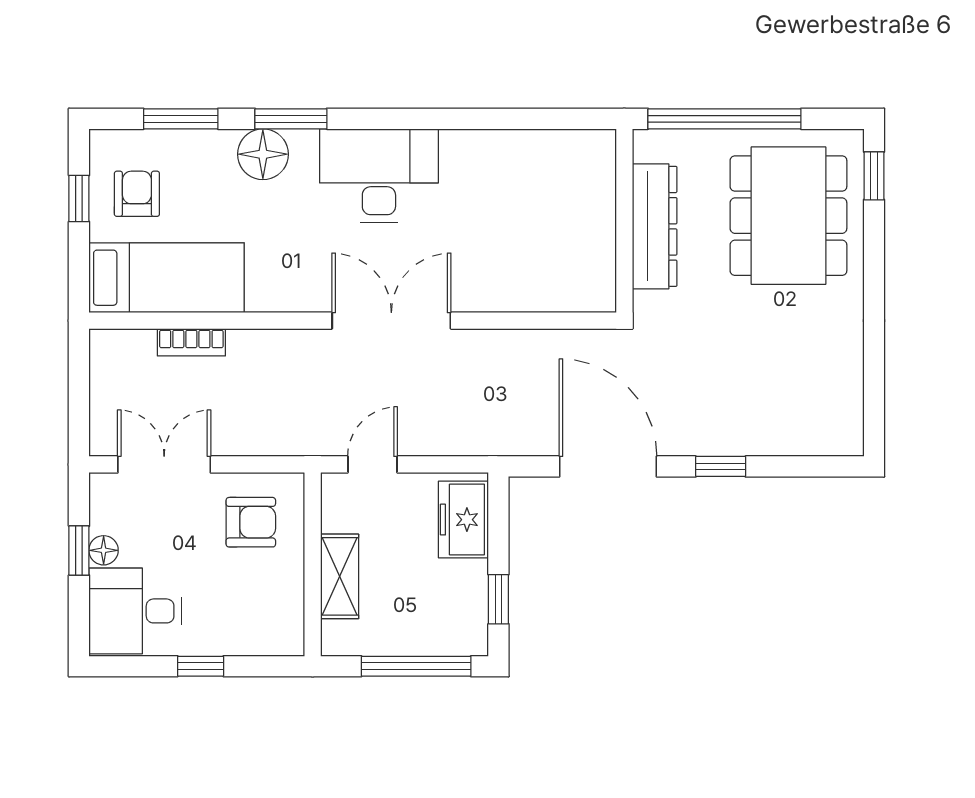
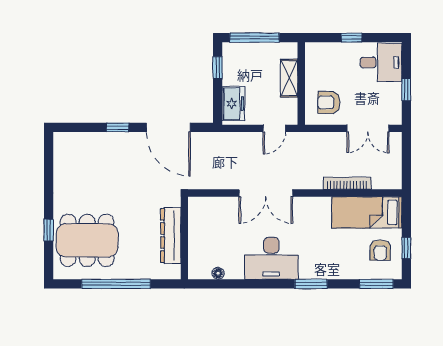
window: (181, 119) -> (376, 284), moved
floor lamp: (263, 154) -> (218, 273), moved, width x0.53, depth x0.53
window: (874, 176) -> (49, 230), moved
dining table: (788, 216) -> (87, 240), turned 90
wall: (624, 221) -> (184, 238), moved
dresser: (655, 226) -> (171, 235), moved
bookcase: (191, 342) -> (347, 183), width x1.56
floor lamp: (104, 550) -> (395, 90), removed

